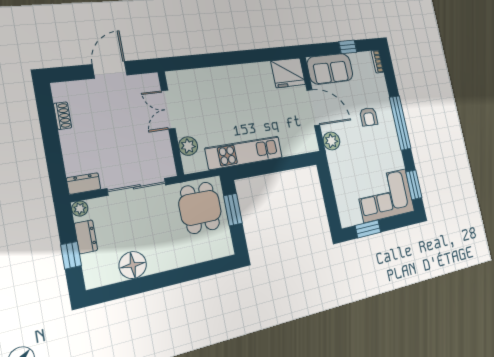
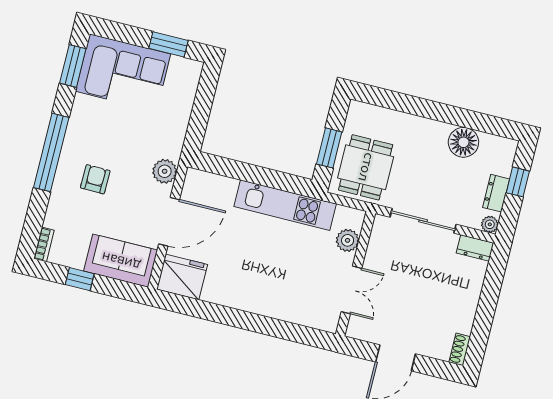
door: (313, 108) -> (169, 222), swing flipped
shoe rack: (62, 116) -> (460, 349), moved

